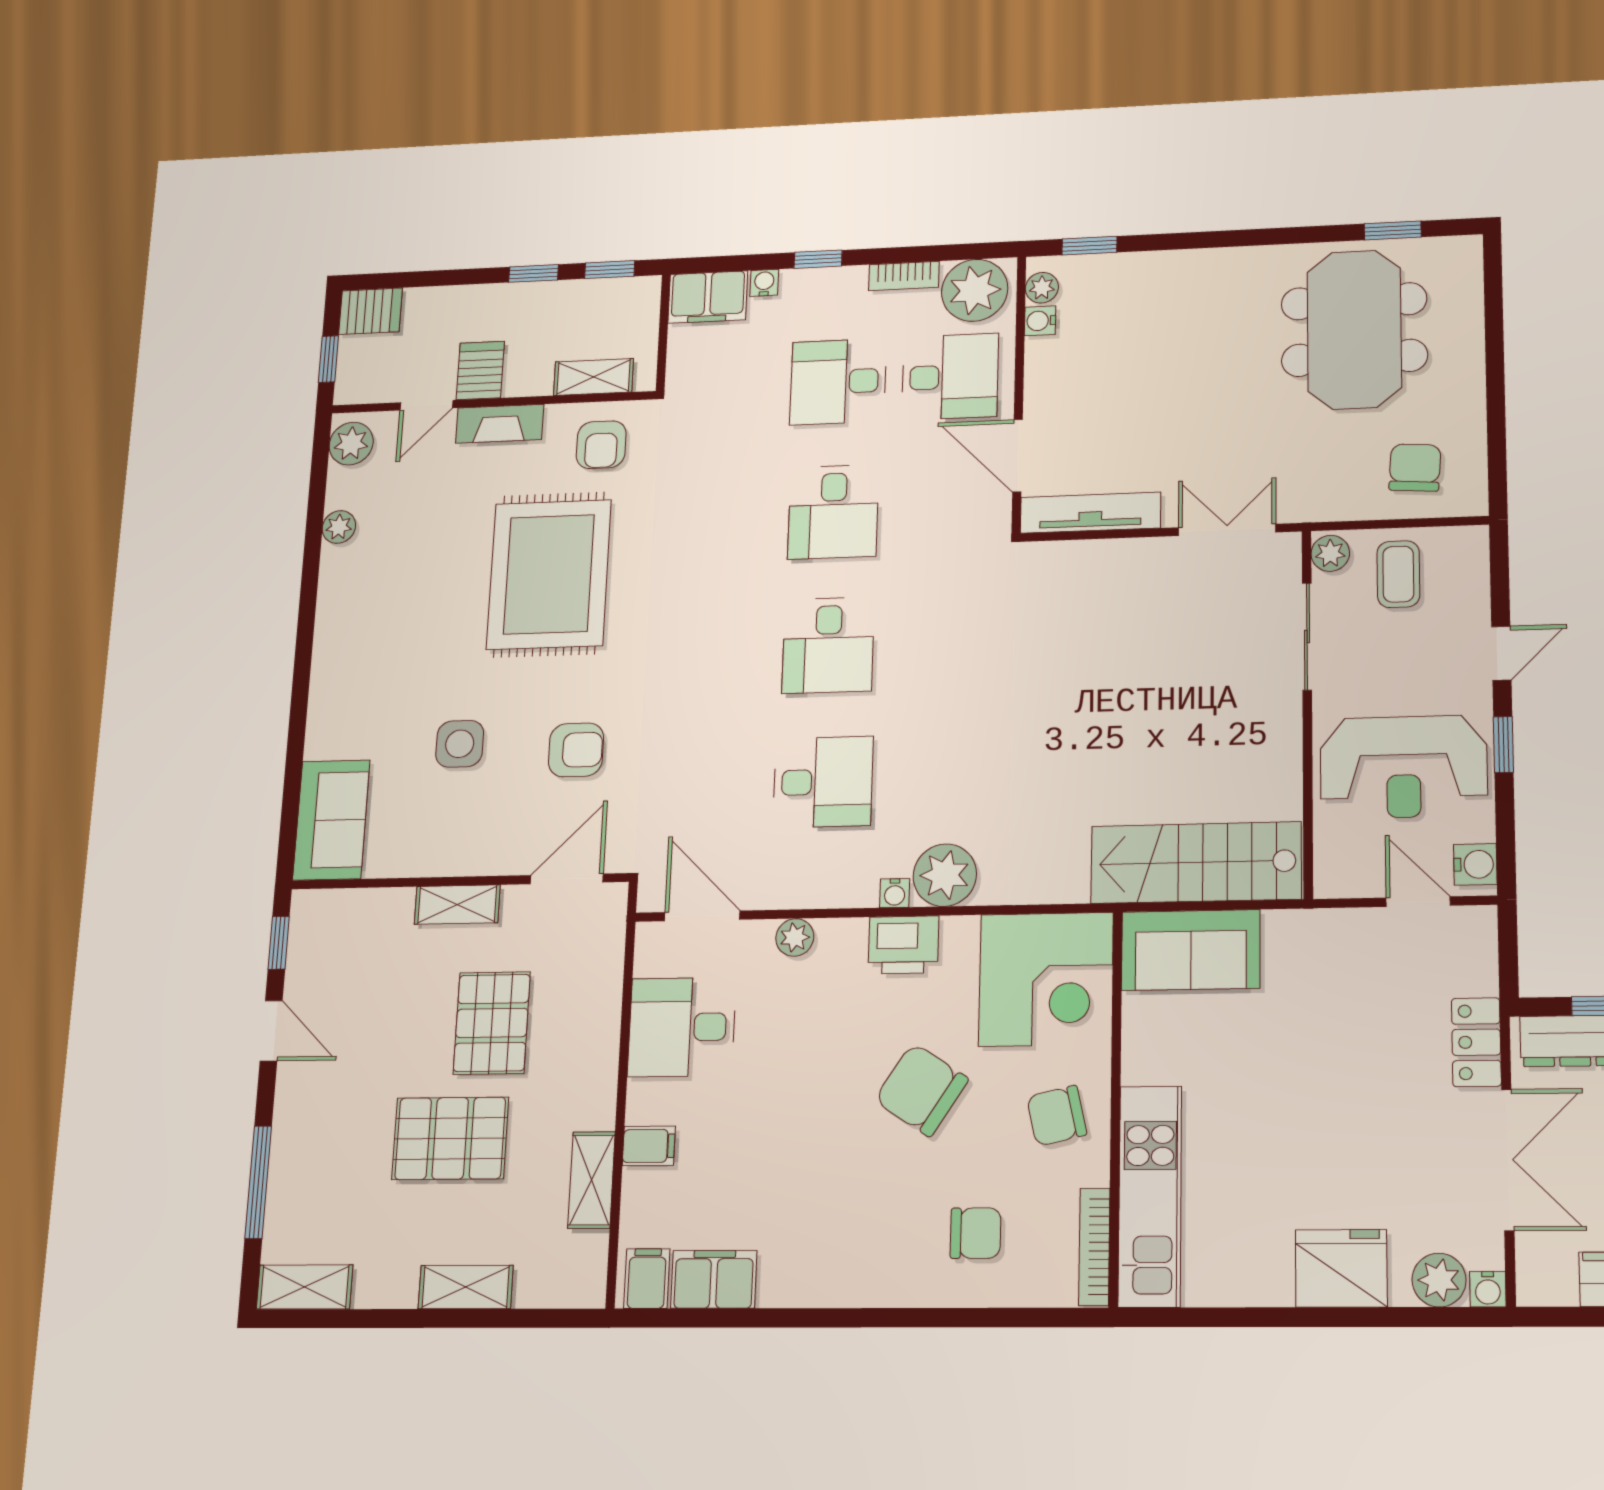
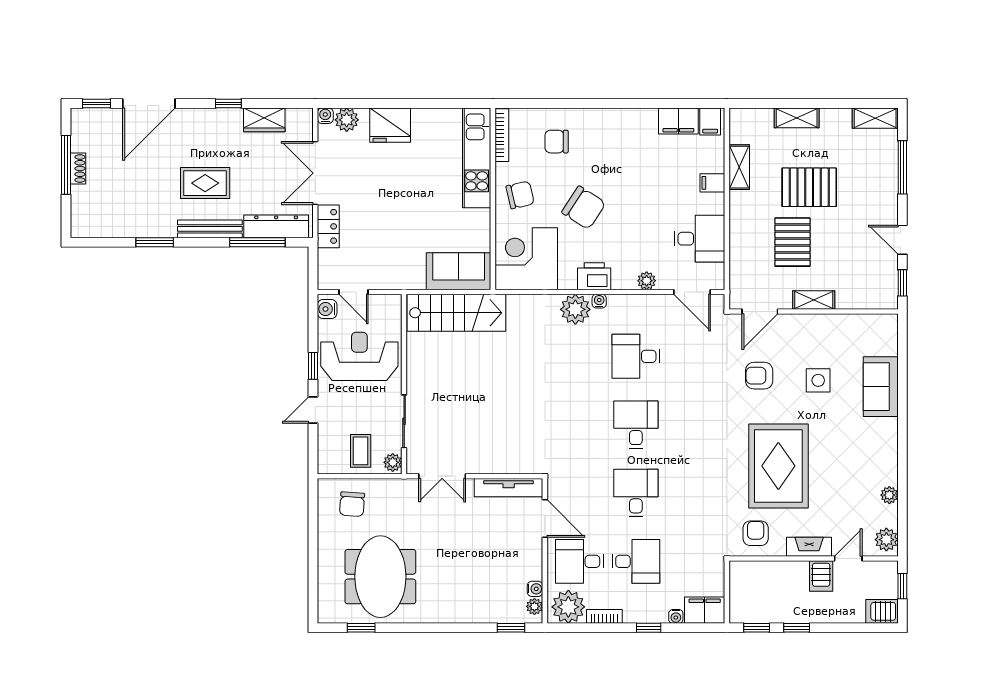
shelving: (594, 377) -> (762, 570), removed
sofa: (331, 820) -> (881, 387), moved

